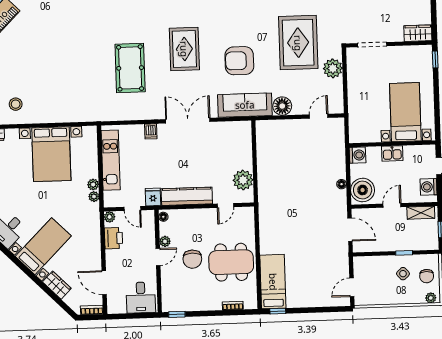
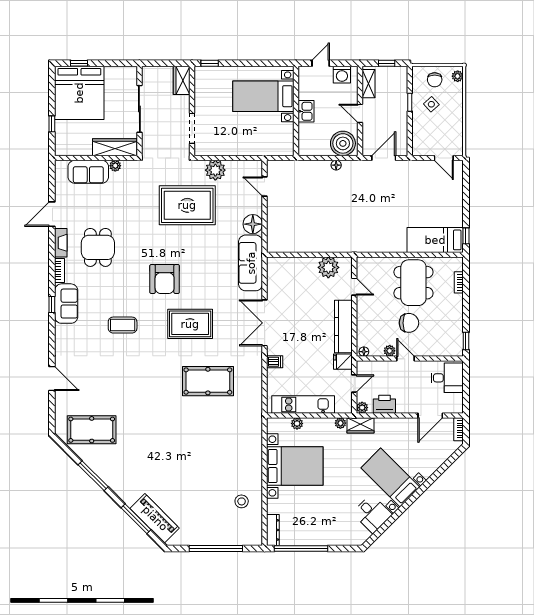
armchair: (239, 61) -> (165, 279), moved
washing machine: (358, 155) -> (306, 147), removed
plant: (93, 185) -> (297, 424), moved
chair: (427, 276) -> (435, 80), turned 90
wardrobe: (57, 285) -> (361, 425), moved, turned -135

